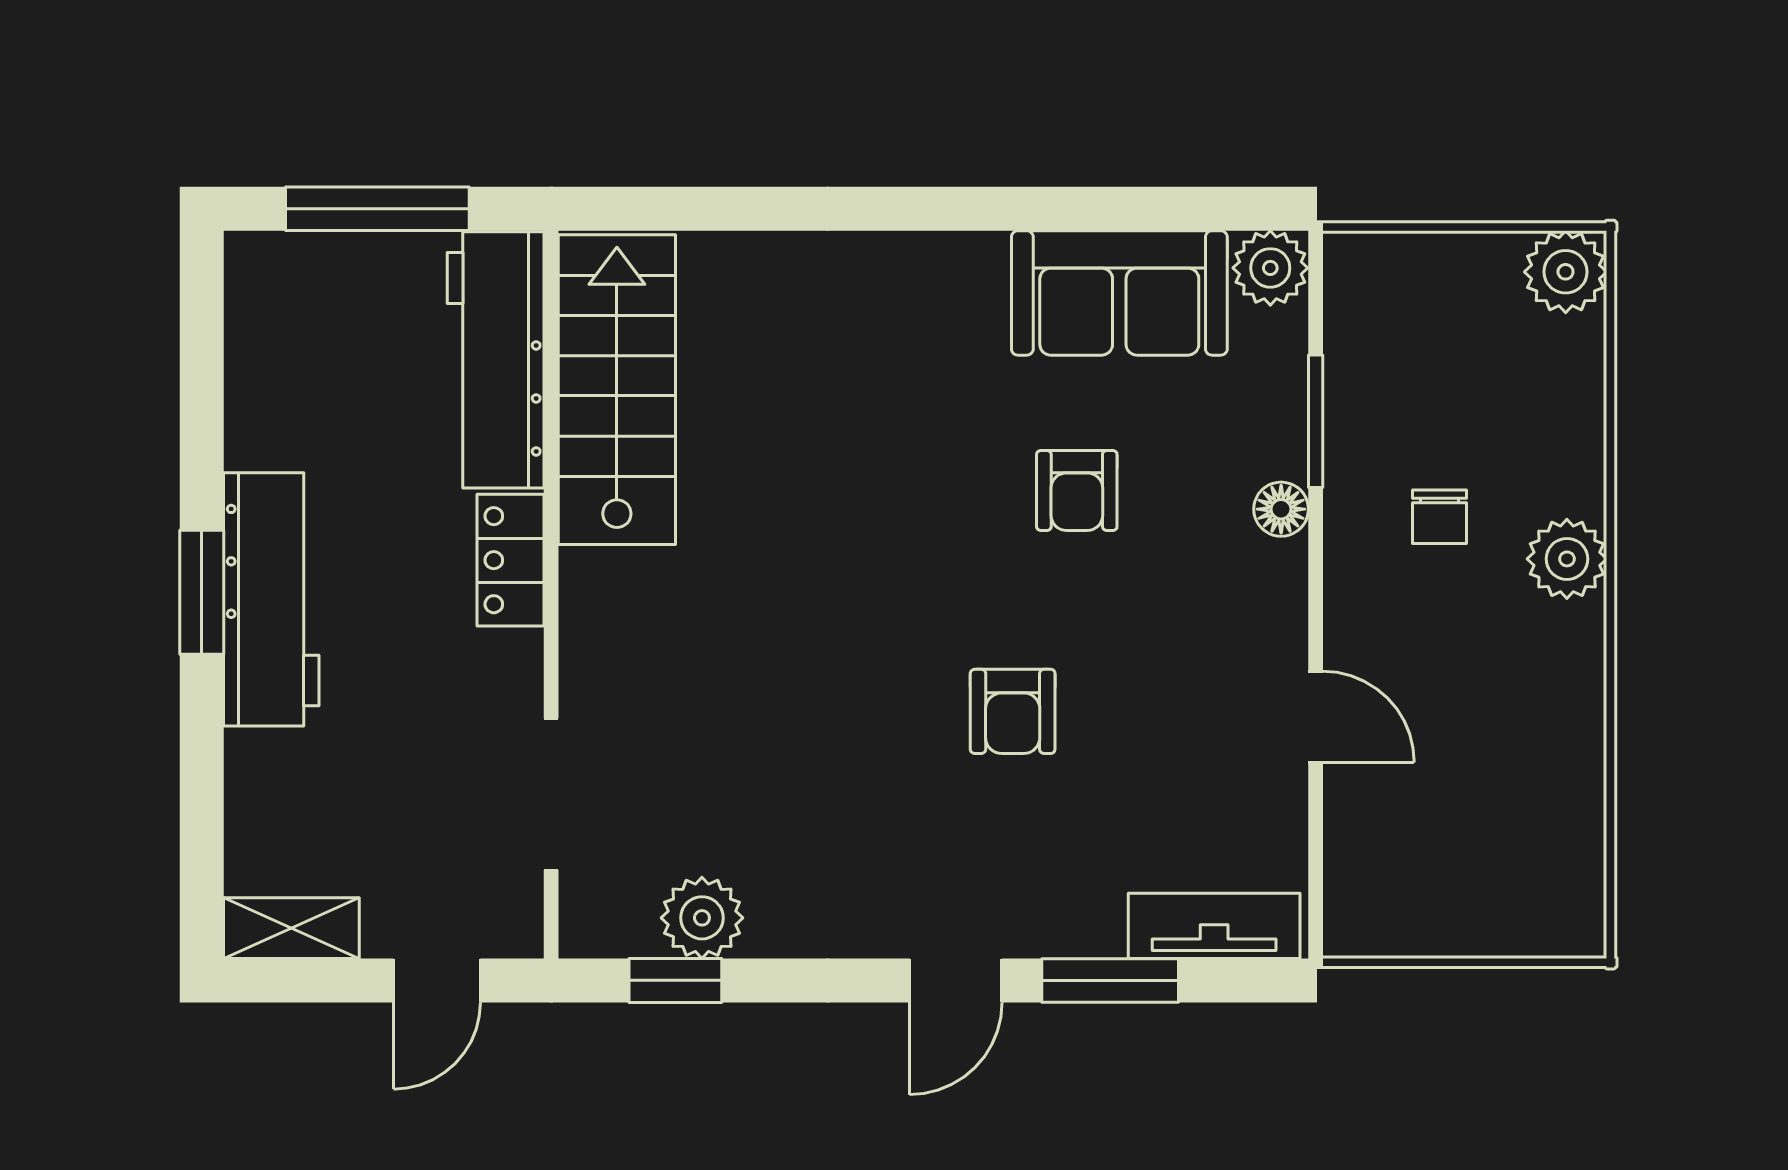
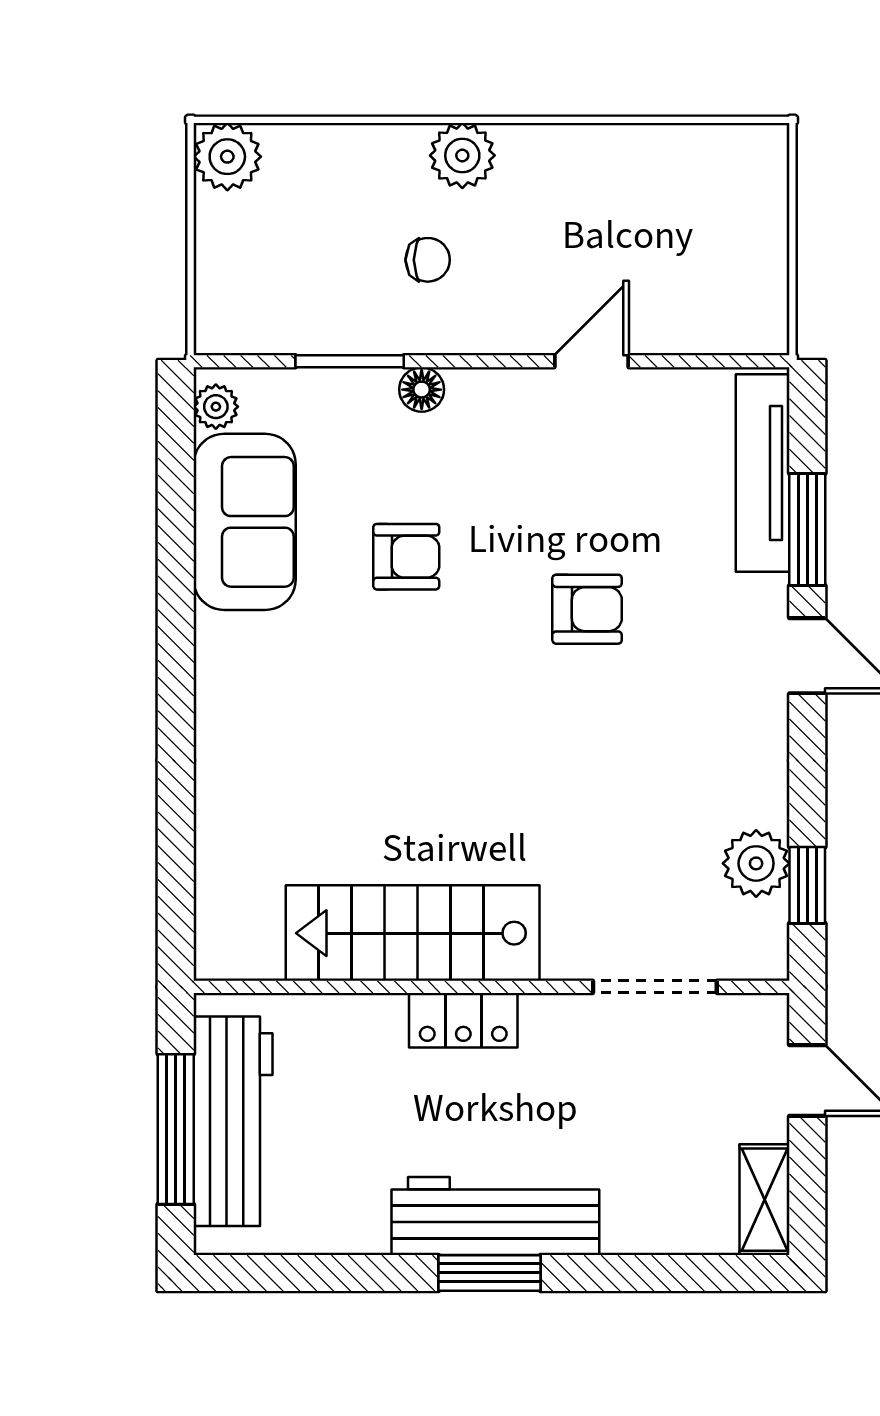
plant: (1270, 268) -> (216, 407), width x0.73, depth x0.73
workbench: (496, 360) -> (233, 1121), moved, turned -90
stairs: (617, 390) -> (413, 933), moved
tv unit: (1214, 926) -> (763, 473), width x1.41

